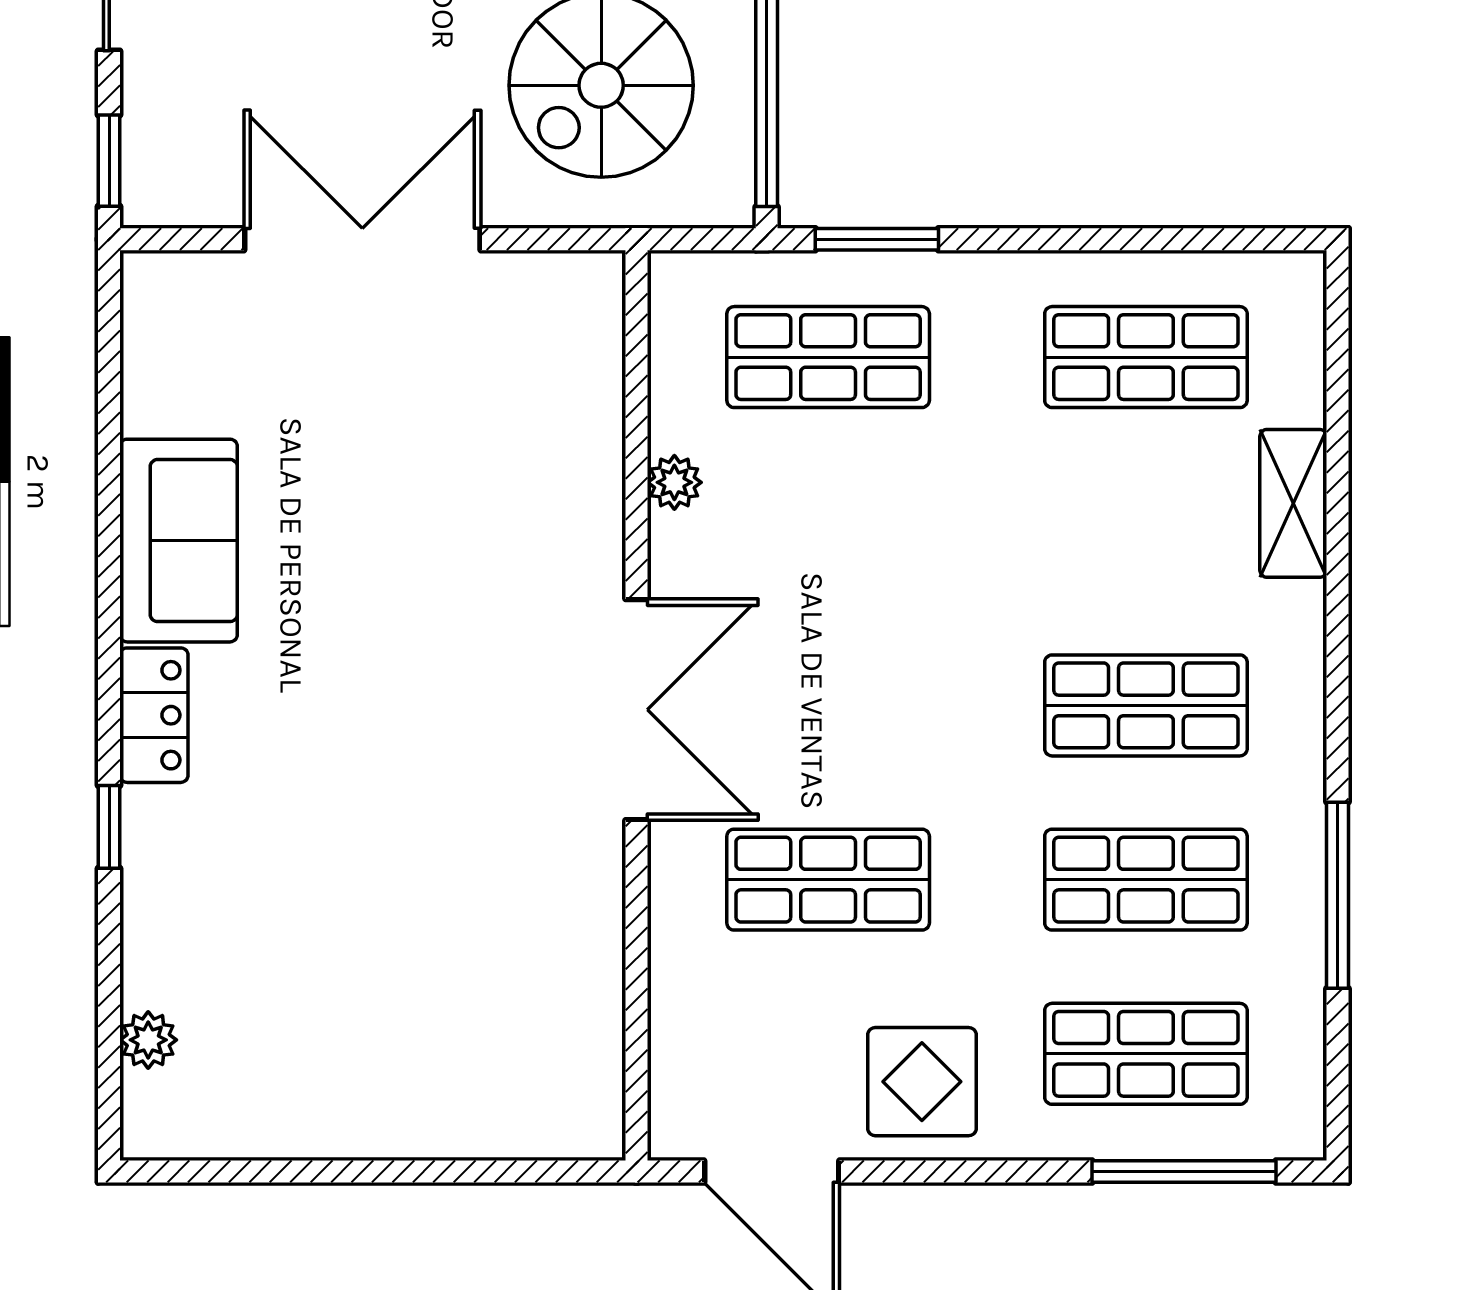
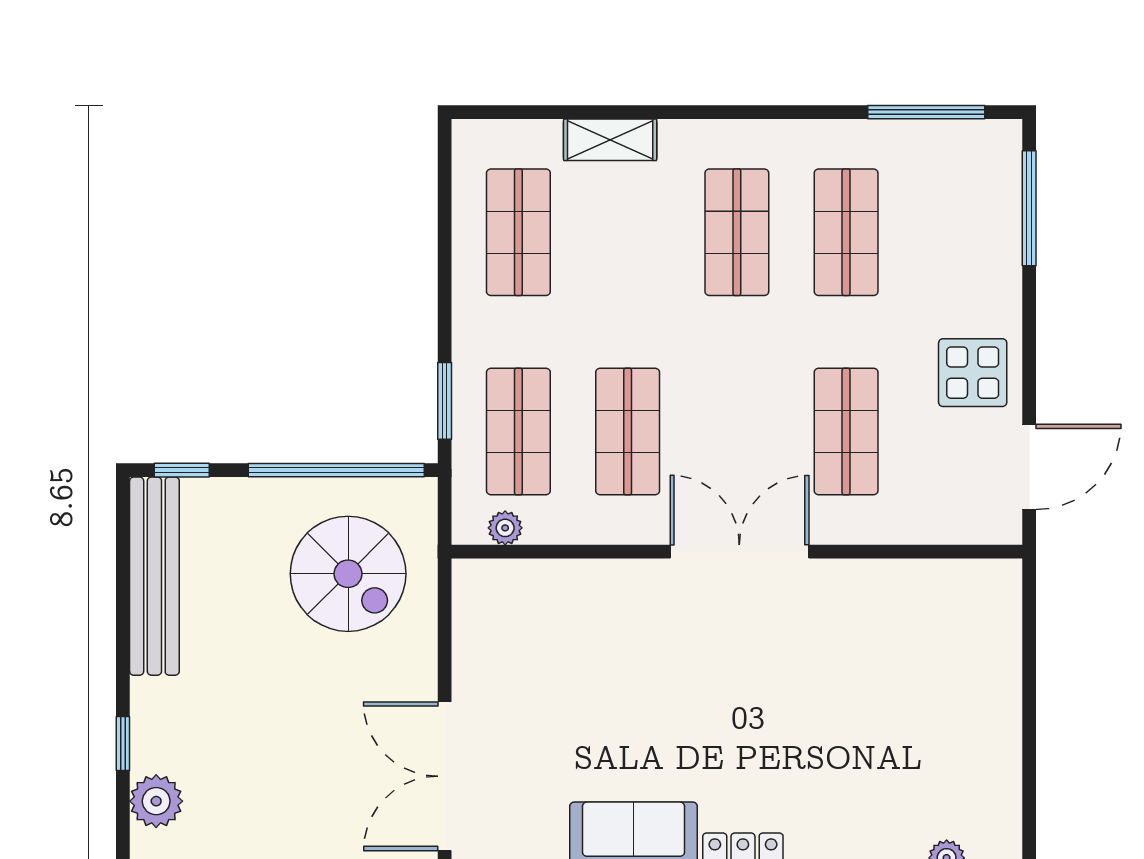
double door: (362, 239) -> (445, 776), moved
plant: (674, 482) -> (505, 528), moved
window: (1337, 895) -> (926, 112), moved
shop shelf: (1146, 1054) -> (628, 432), moved

